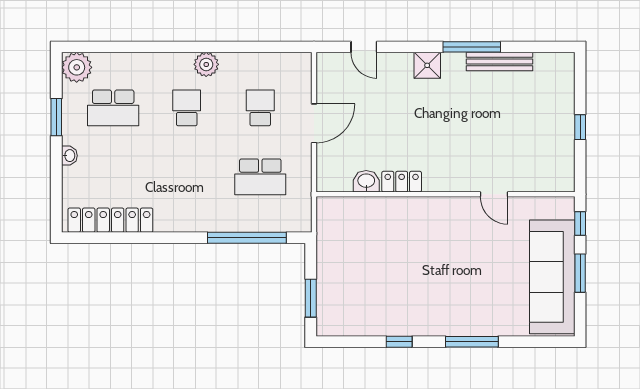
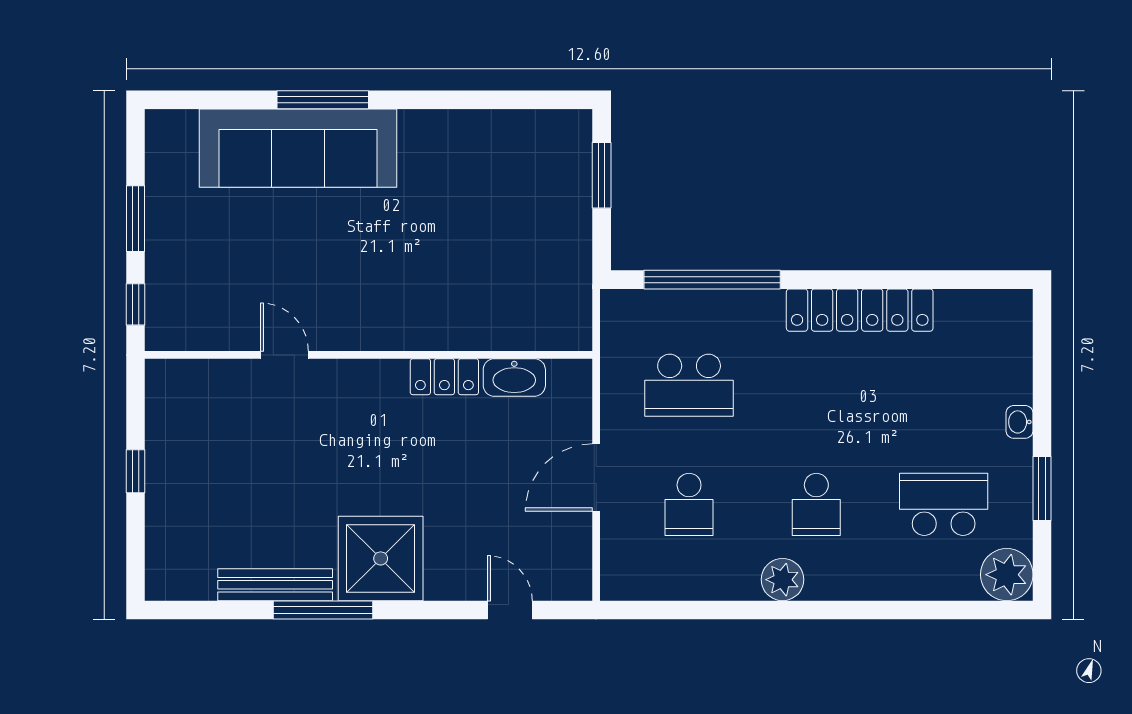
shower: (427, 65) -> (381, 558), width x1.86, depth x1.86
school desk: (260, 177) -> (689, 385), turned 180
washbasin: (366, 181) -> (514, 377), width x1.38
locker: (110, 220) -> (860, 310), moved
sofa: (552, 277) -> (298, 148), moved, turned 90
window: (399, 342) -> (449, 100), removed

